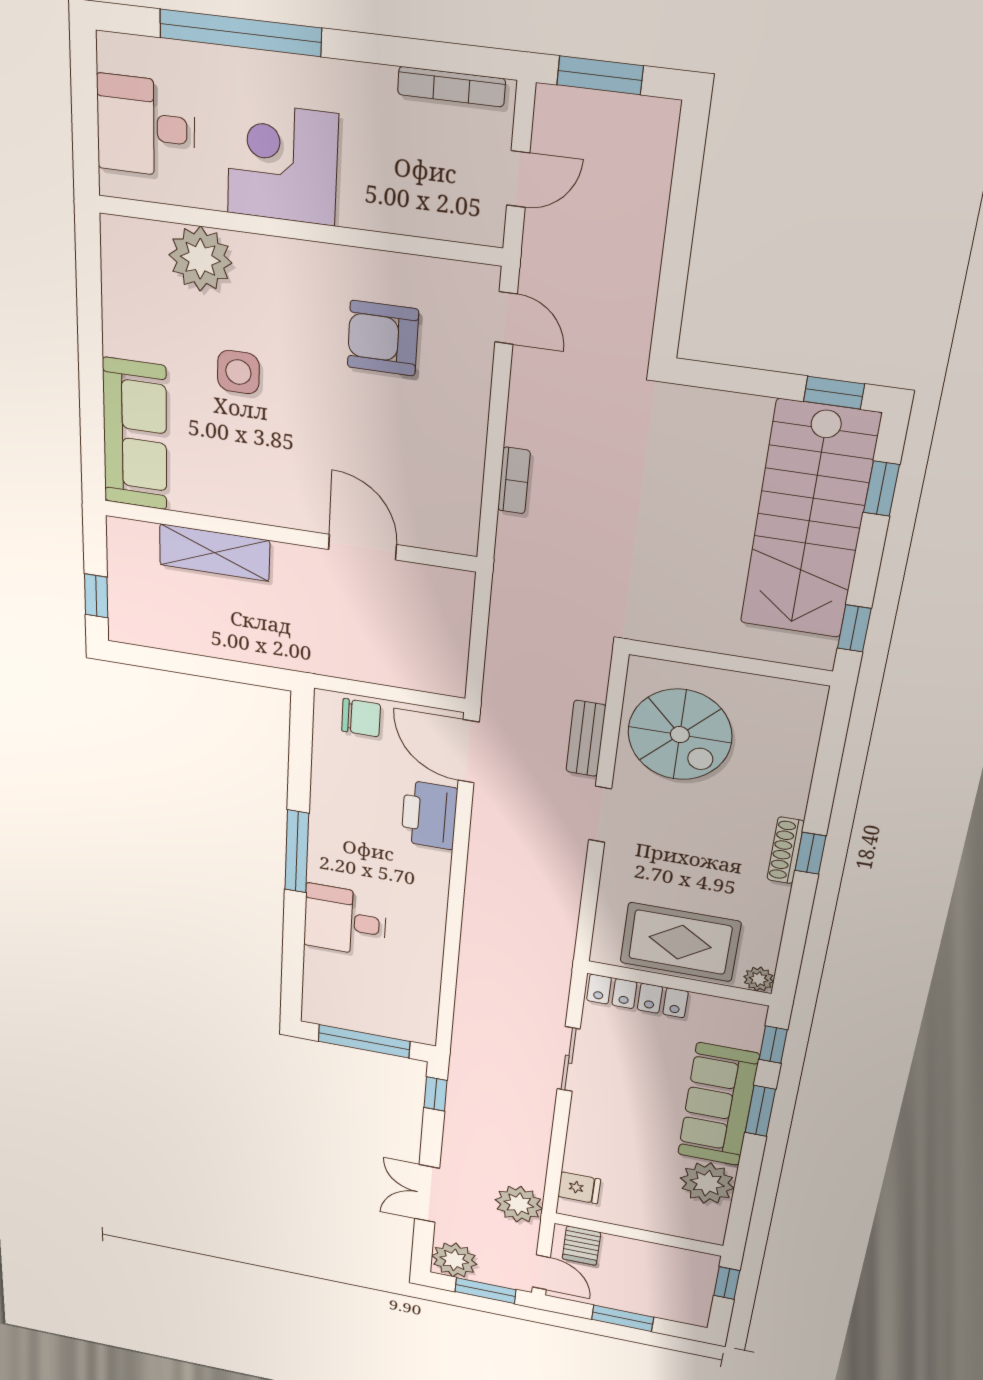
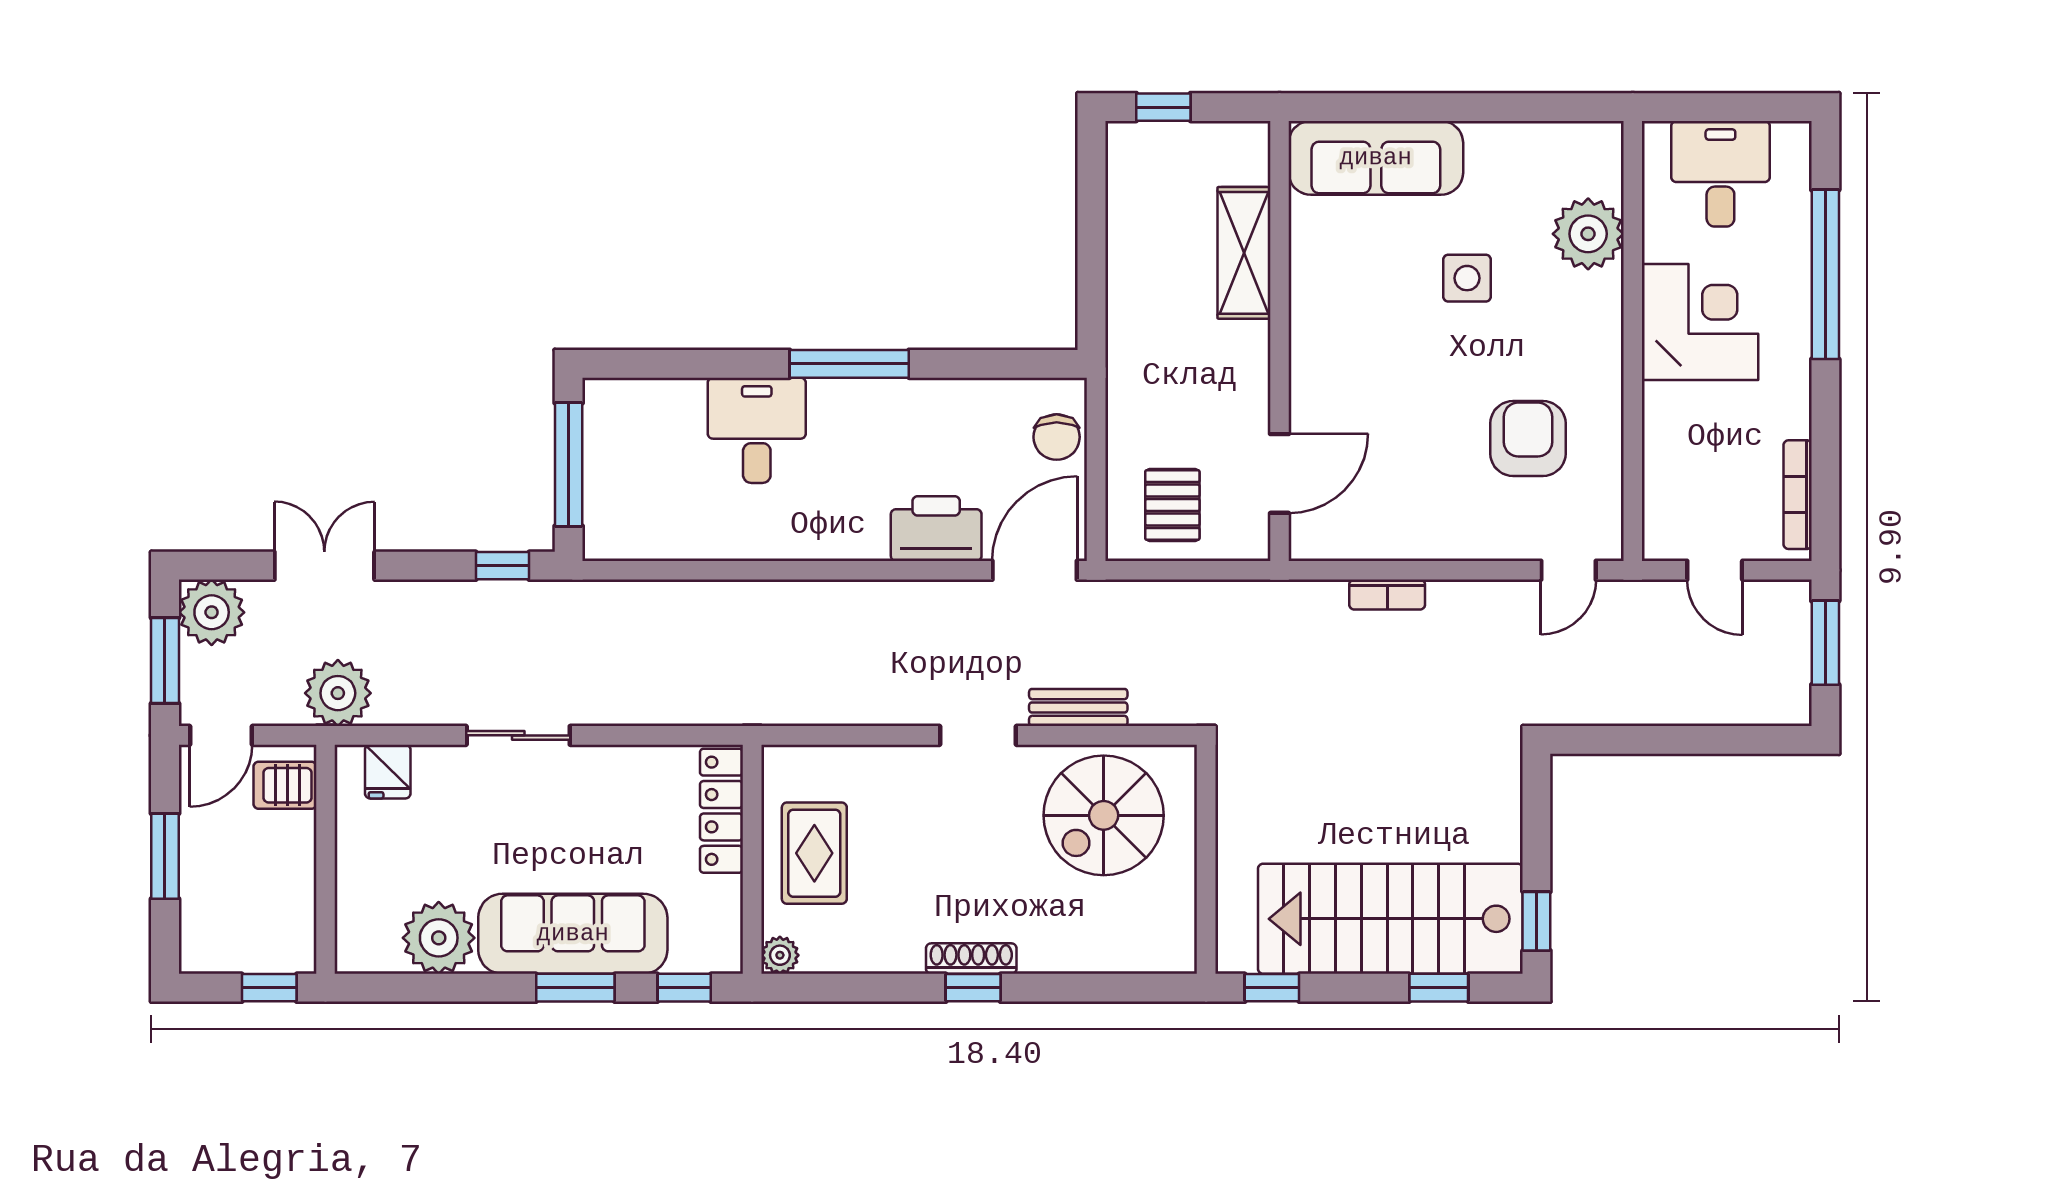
door: (363, 547) -> (1280, 473), moved
pallet: (422, 641) -> (1172, 505), added
rug: (680, 942) -> (814, 853), width x0.73, depth x0.70
sliding door: (569, 1059) -> (518, 735), moved

